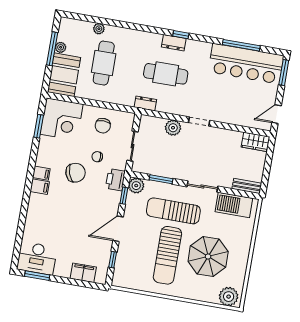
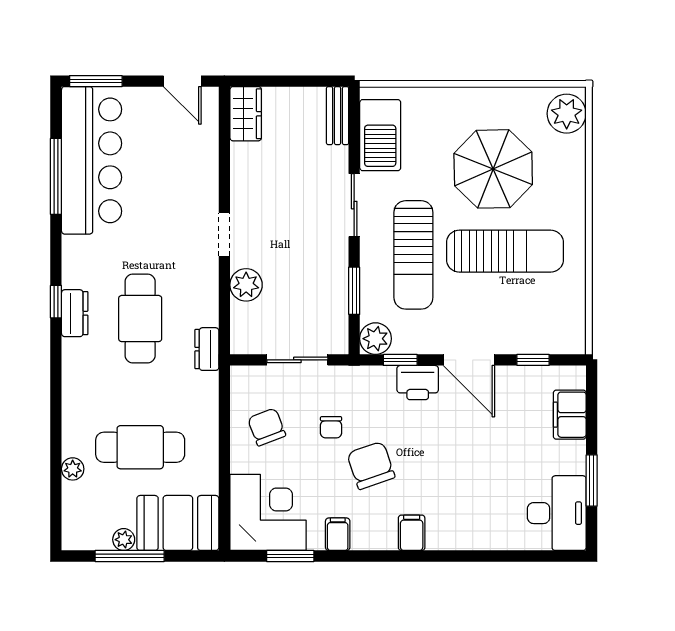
chair: (103, 126) -> (267, 427), turned -111
filing cabinet: (41, 173) -> (338, 534), moved
printer: (115, 180) -> (418, 383), moved
window: (37, 276) -> (592, 481), moved

